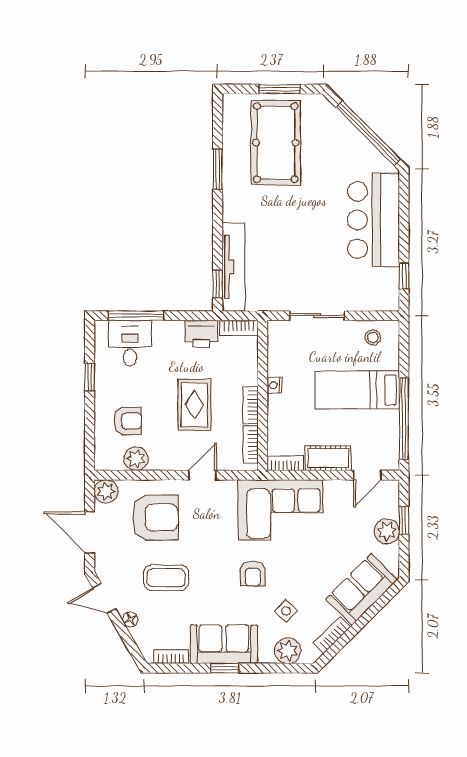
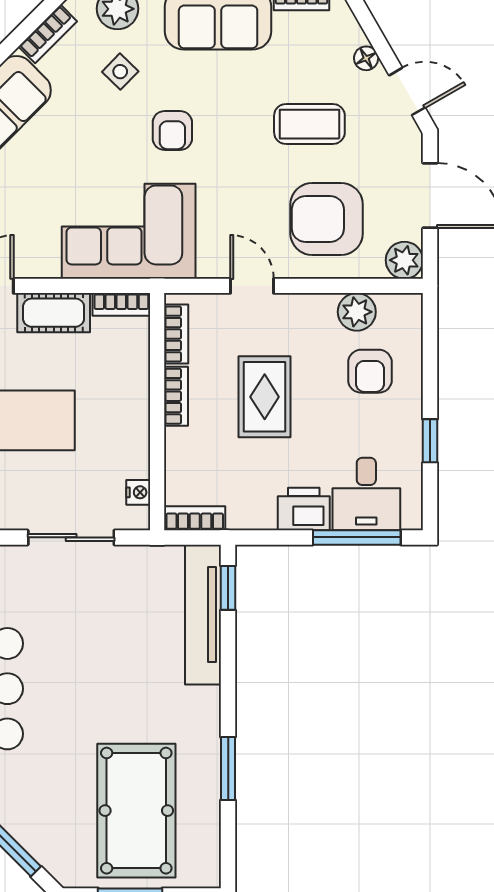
printer: (201, 334) -> (304, 509), moved
nightstand: (275, 385) -> (138, 492), moved
armchair: (128, 421) -> (370, 371), turned -89
door: (202, 475) -> (252, 286), swing flipped
armchair: (253, 574) -> (172, 130), turned 180

